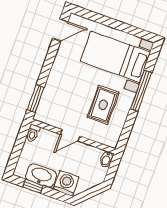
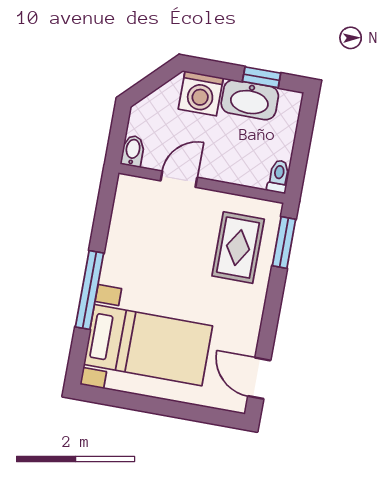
door: (60, 30) -> (259, 378), hinge flipped
rug: (103, 105) -> (238, 248), moved
door: (70, 135) -> (179, 179), moved

